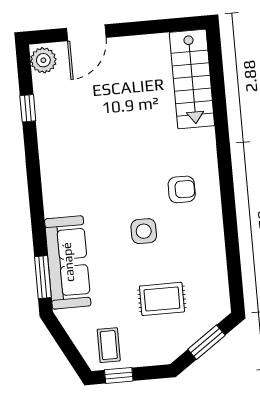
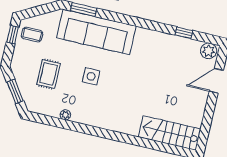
door: (86, 33) -> (216, 81), hinge flipped
armchair: (182, 189) -> (108, 106), removed
plant: (217, 252) -> (65, 115), added
sofa: (68, 262) -> (96, 32), width x1.36, depth x1.27

